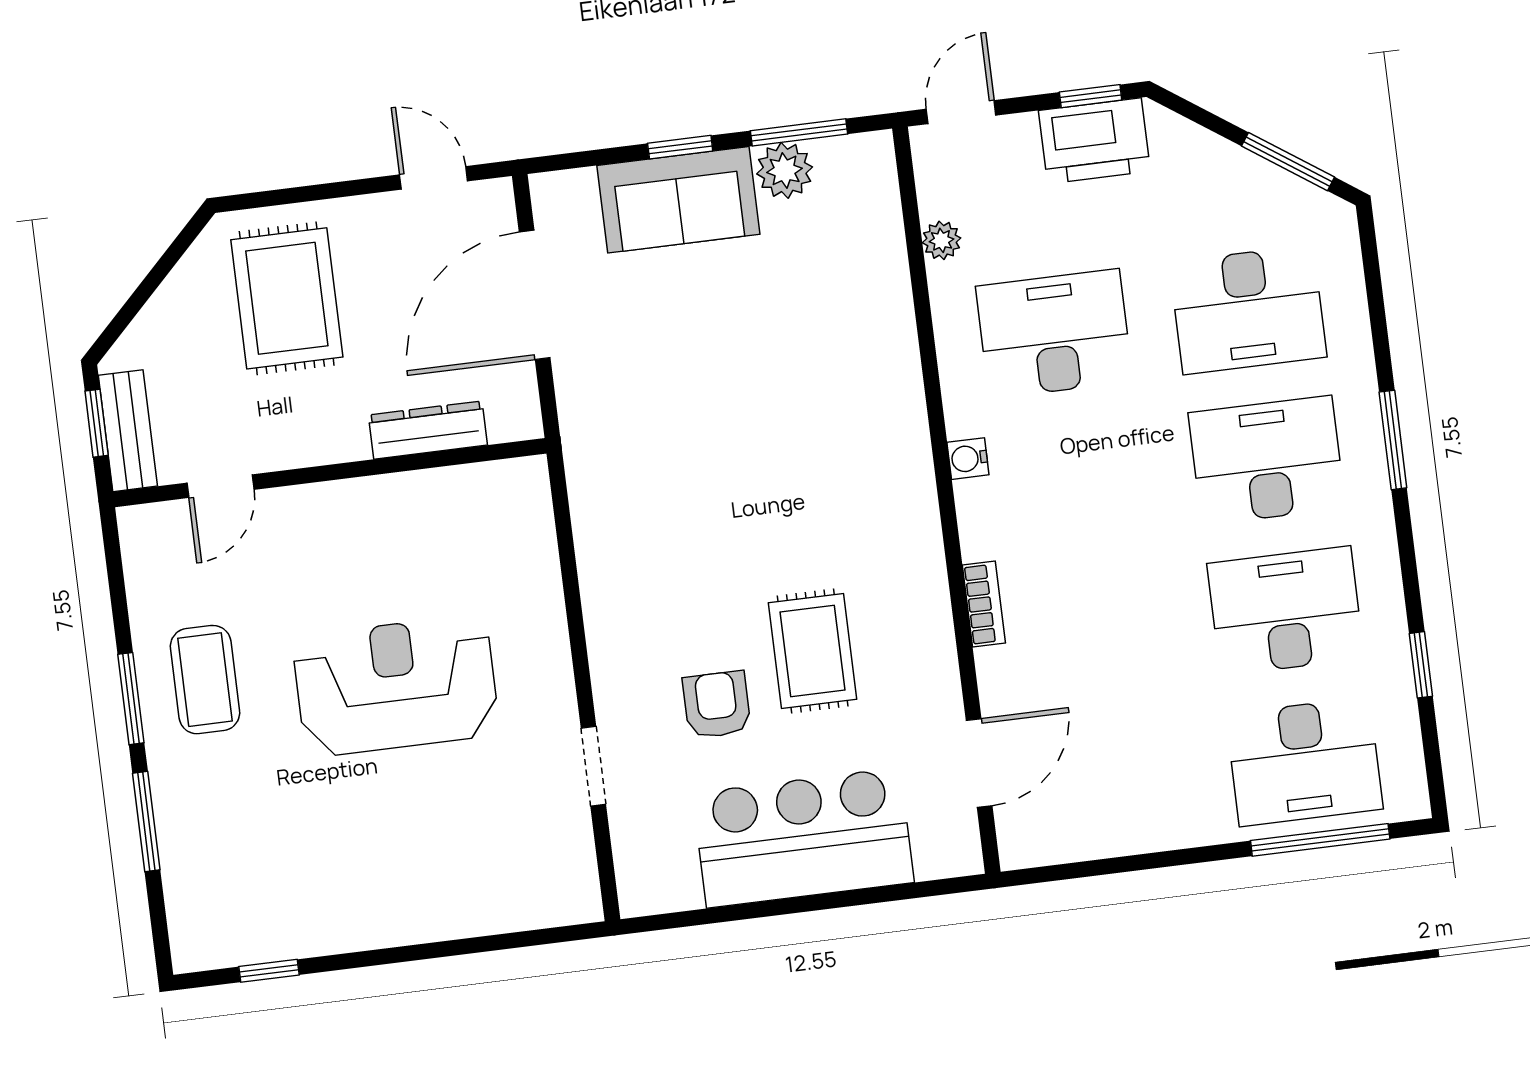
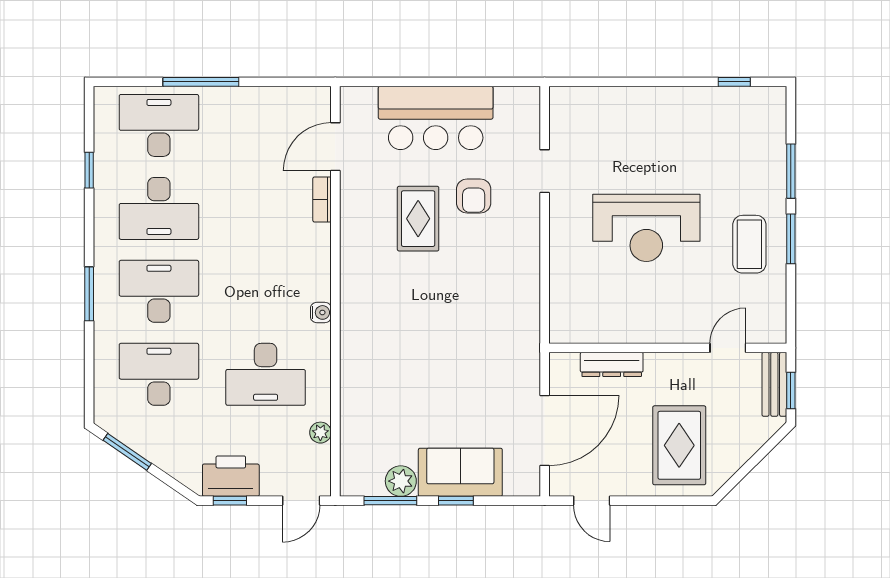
desk: (1267, 460) -> (159, 291), turned 180
bookcase: (984, 604) -> (322, 199), moved
window: (1320, 840) -> (201, 82), moved

